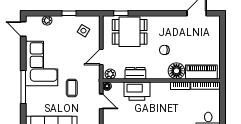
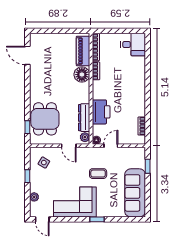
door: (23, 29) -> (42, 219), hinge flipped
chair: (164, 50) -> (62, 86), removed
dresser: (135, 73) -> (84, 118), width x1.44
window: (23, 87) -> (97, 219), width x0.46

